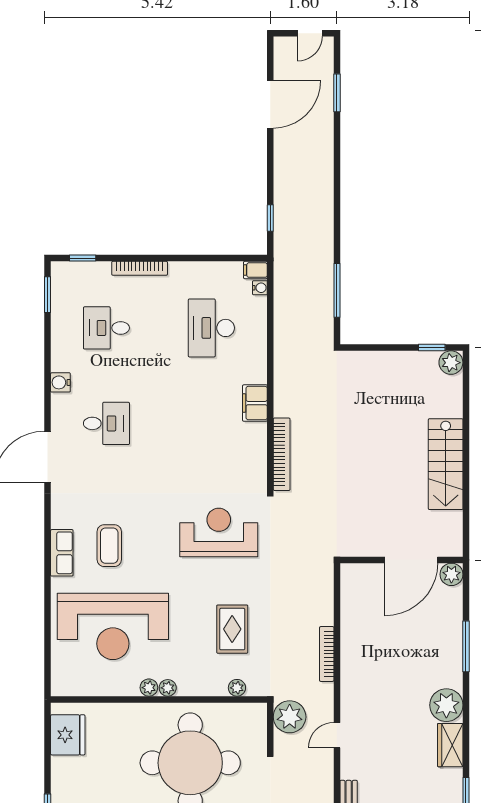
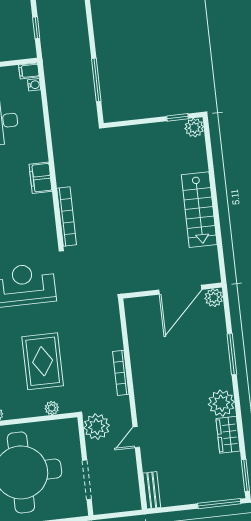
rug: (232, 629) -> (43, 361), width x1.36, depth x1.43

